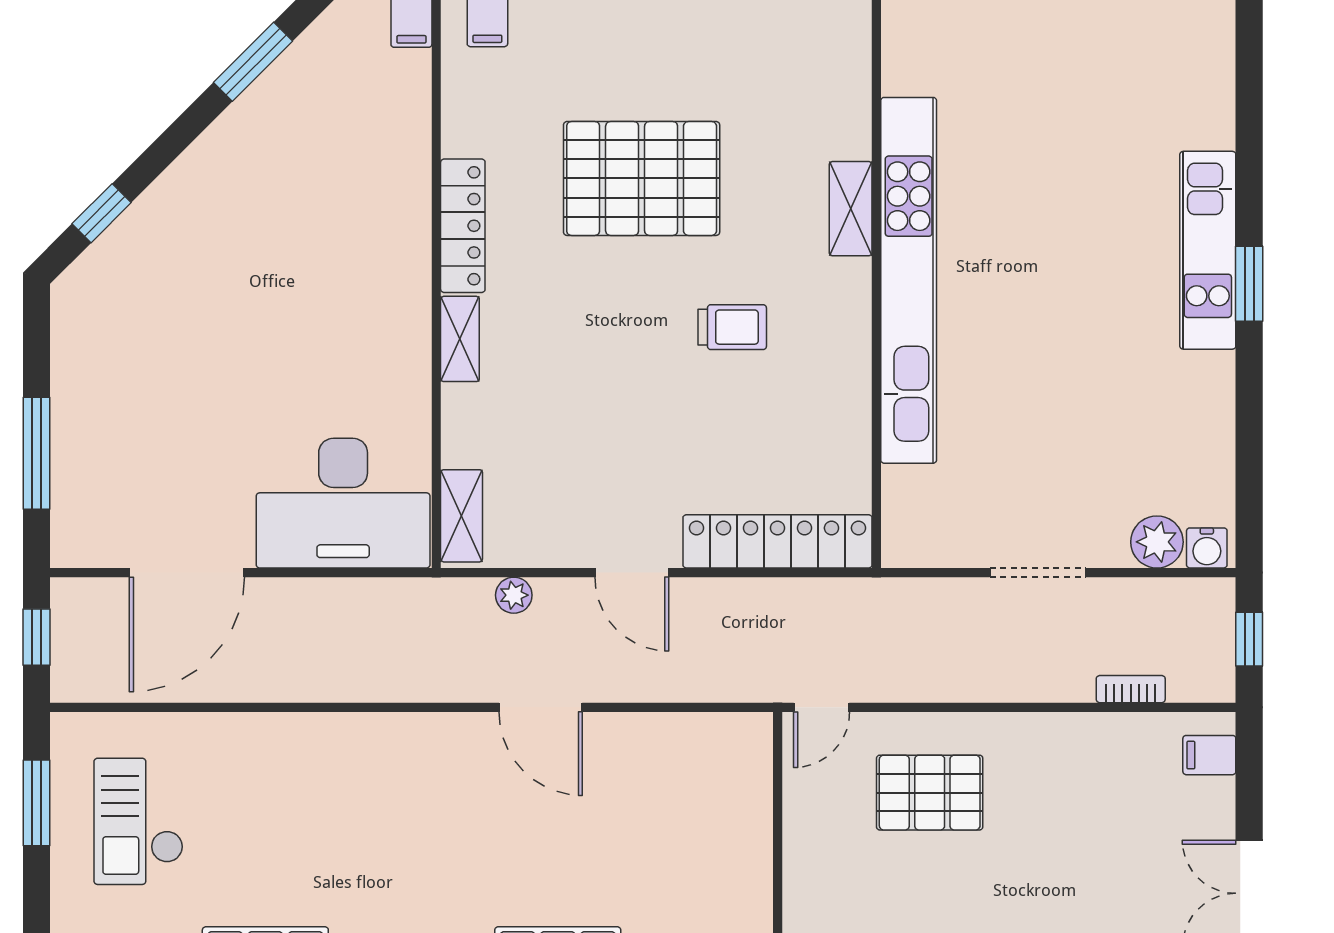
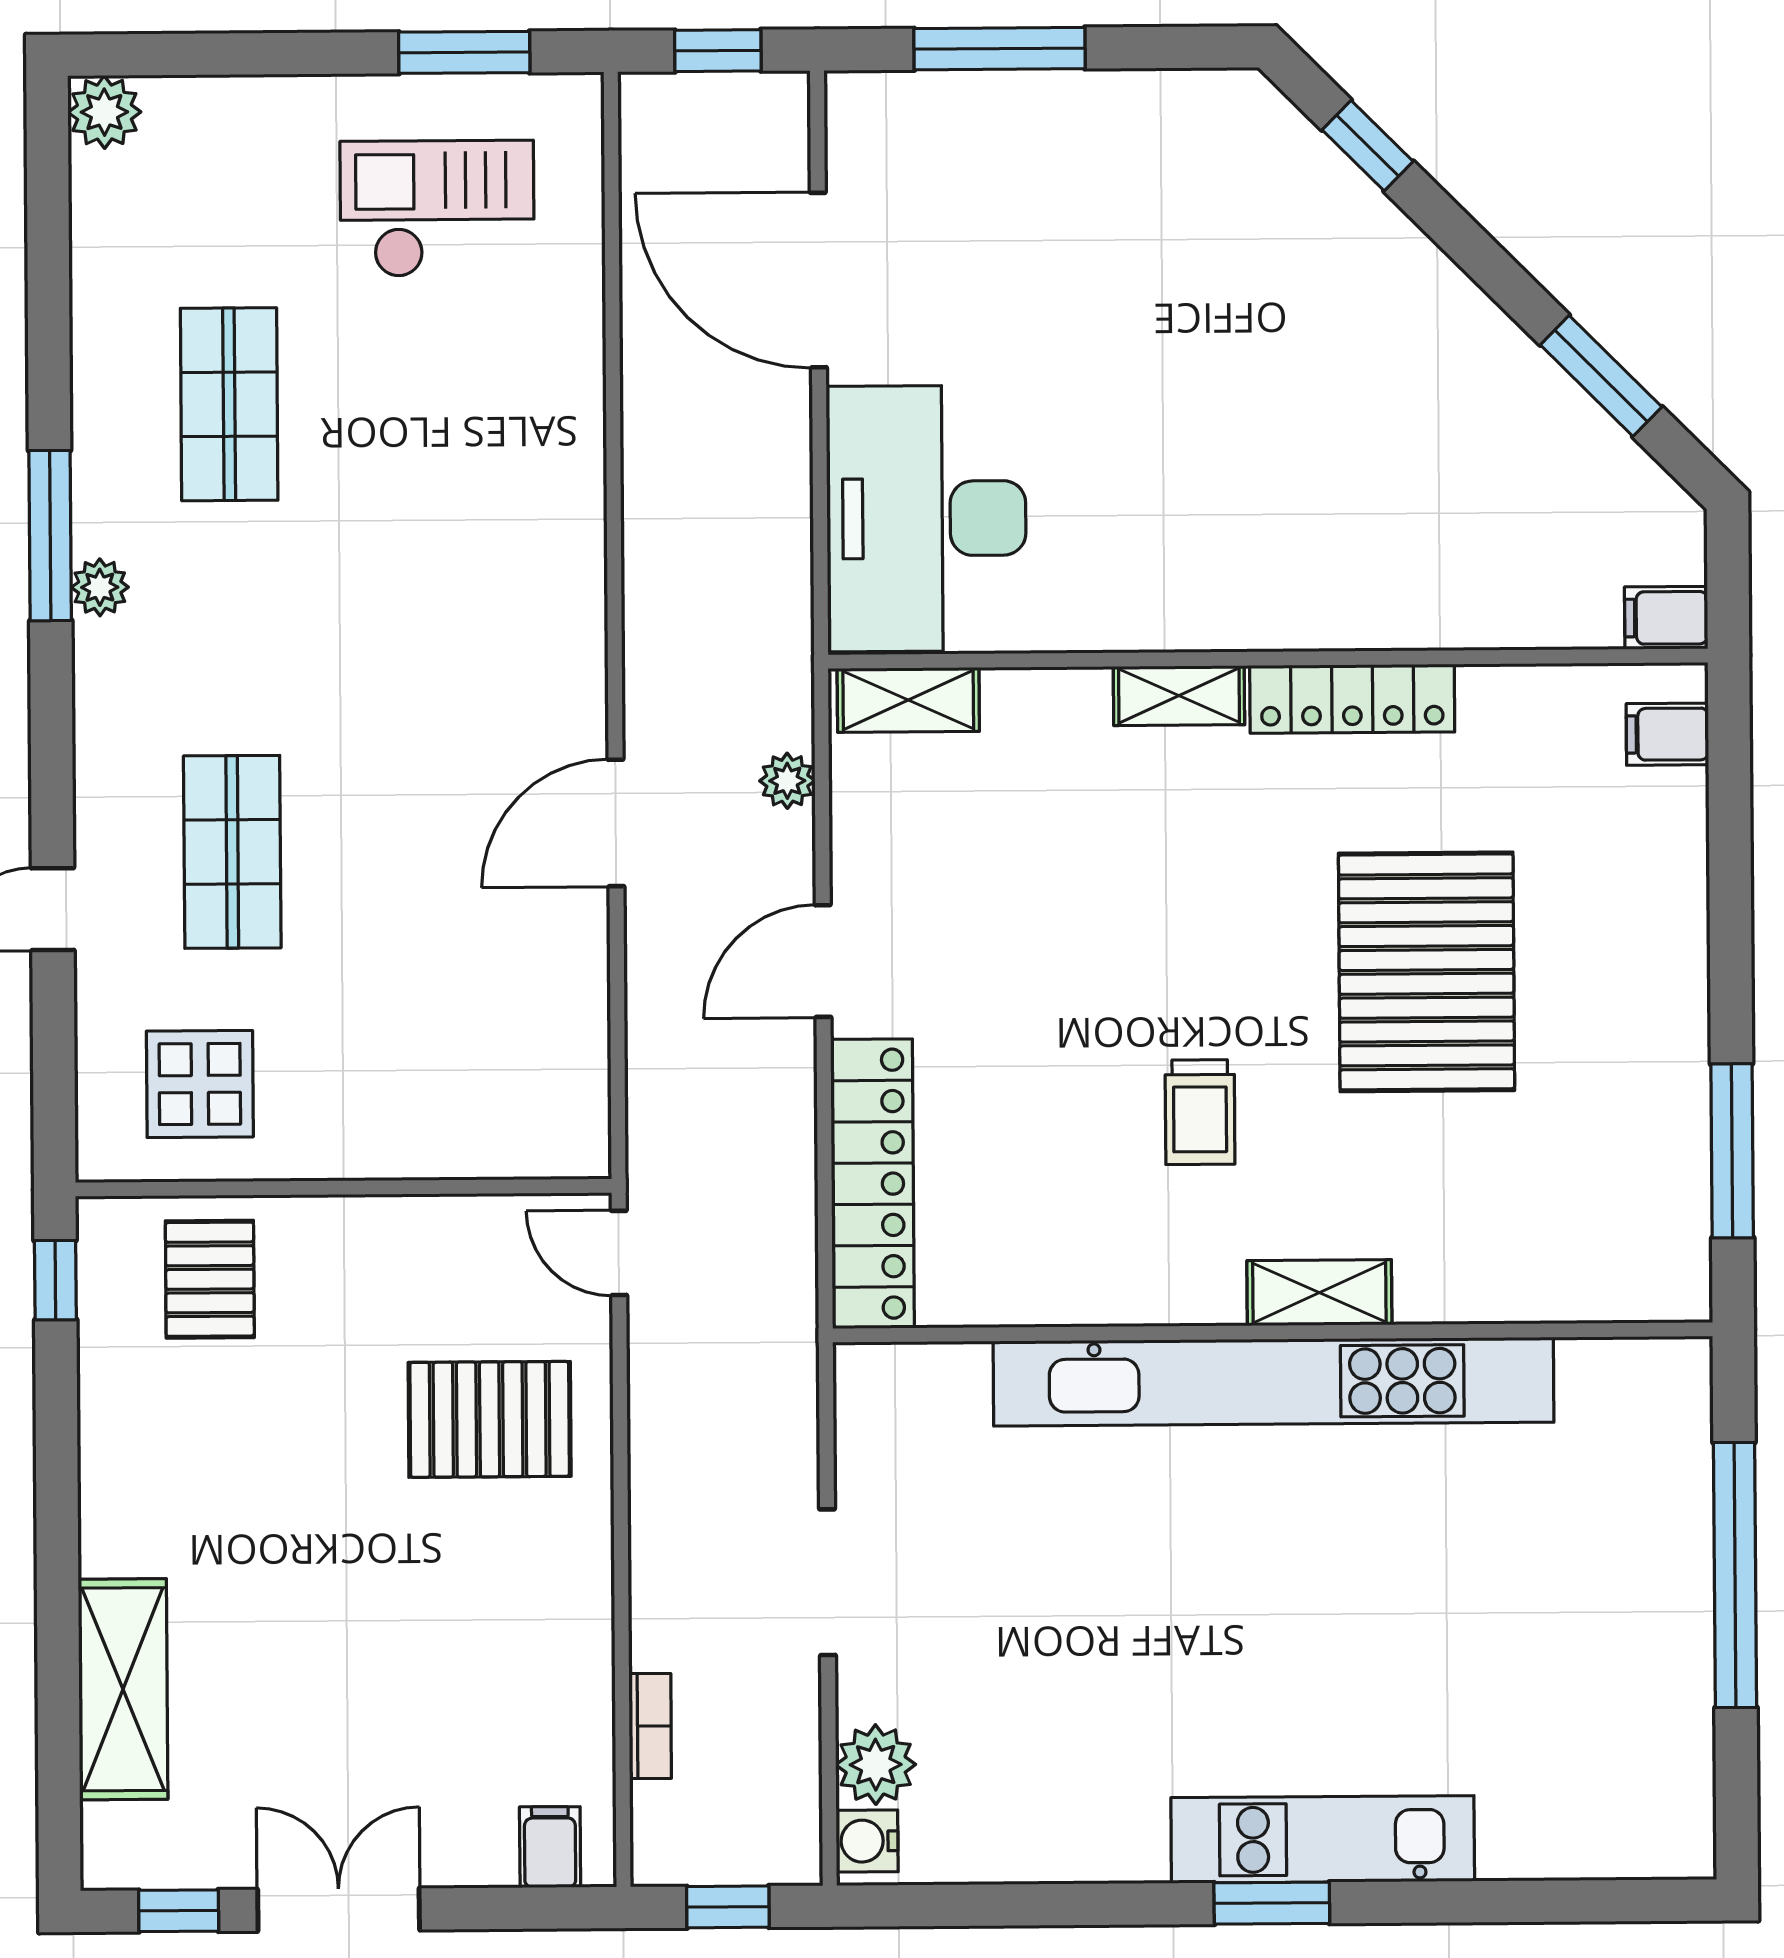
shelving: (851, 209) -> (1319, 1293), moved
pallet: (930, 793) -> (490, 1419), turned 90

